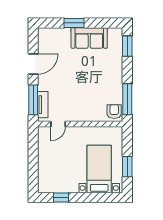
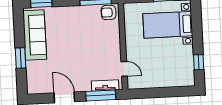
sofa: (89, 38) -> (35, 35), width x1.36

